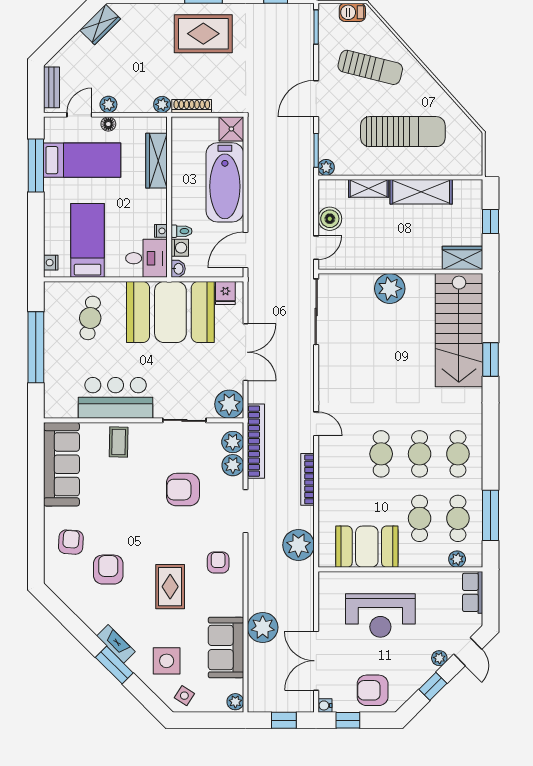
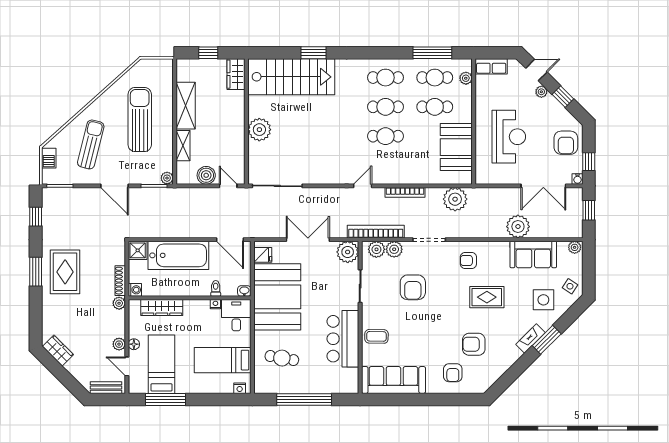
washing machine: (180, 248) -> (135, 290), moved, turned 90
armchair: (71, 542) -> (453, 373), turned -94

